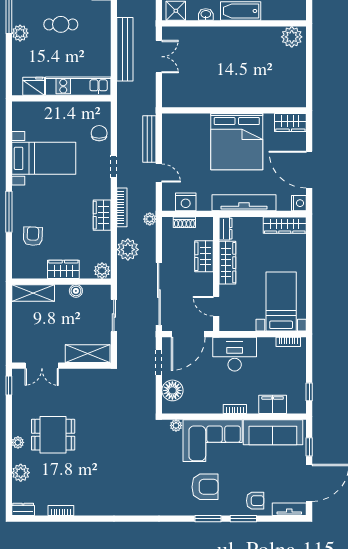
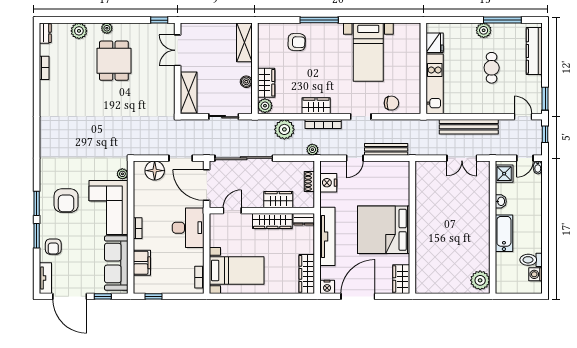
wardrobe: (63, 269) -> (266, 83), moved

